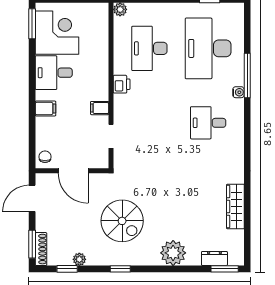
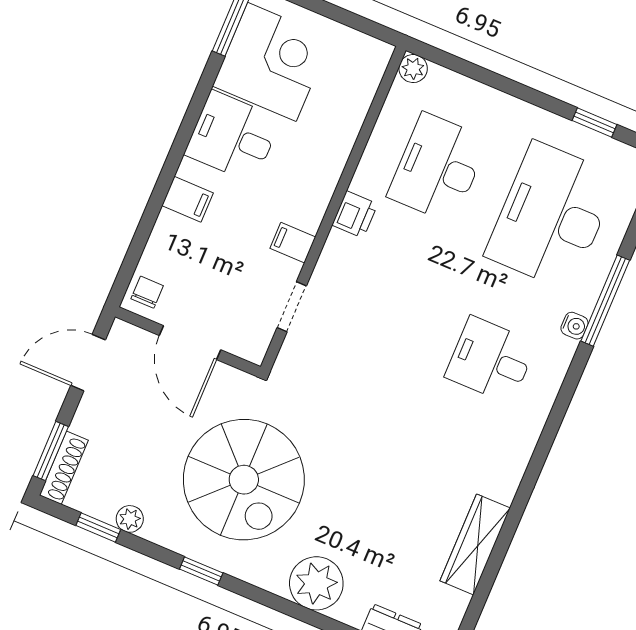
spiral stairs: (122, 221) -> (244, 480), width x1.37, depth x1.37

